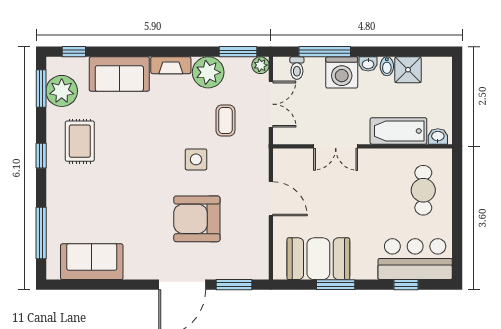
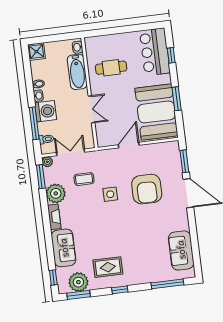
shower: (408, 70) -> (36, 52), moved
cafe table: (423, 190) -> (111, 68), moved
booth: (318, 259) -> (156, 112), width x1.36, depth x1.42

